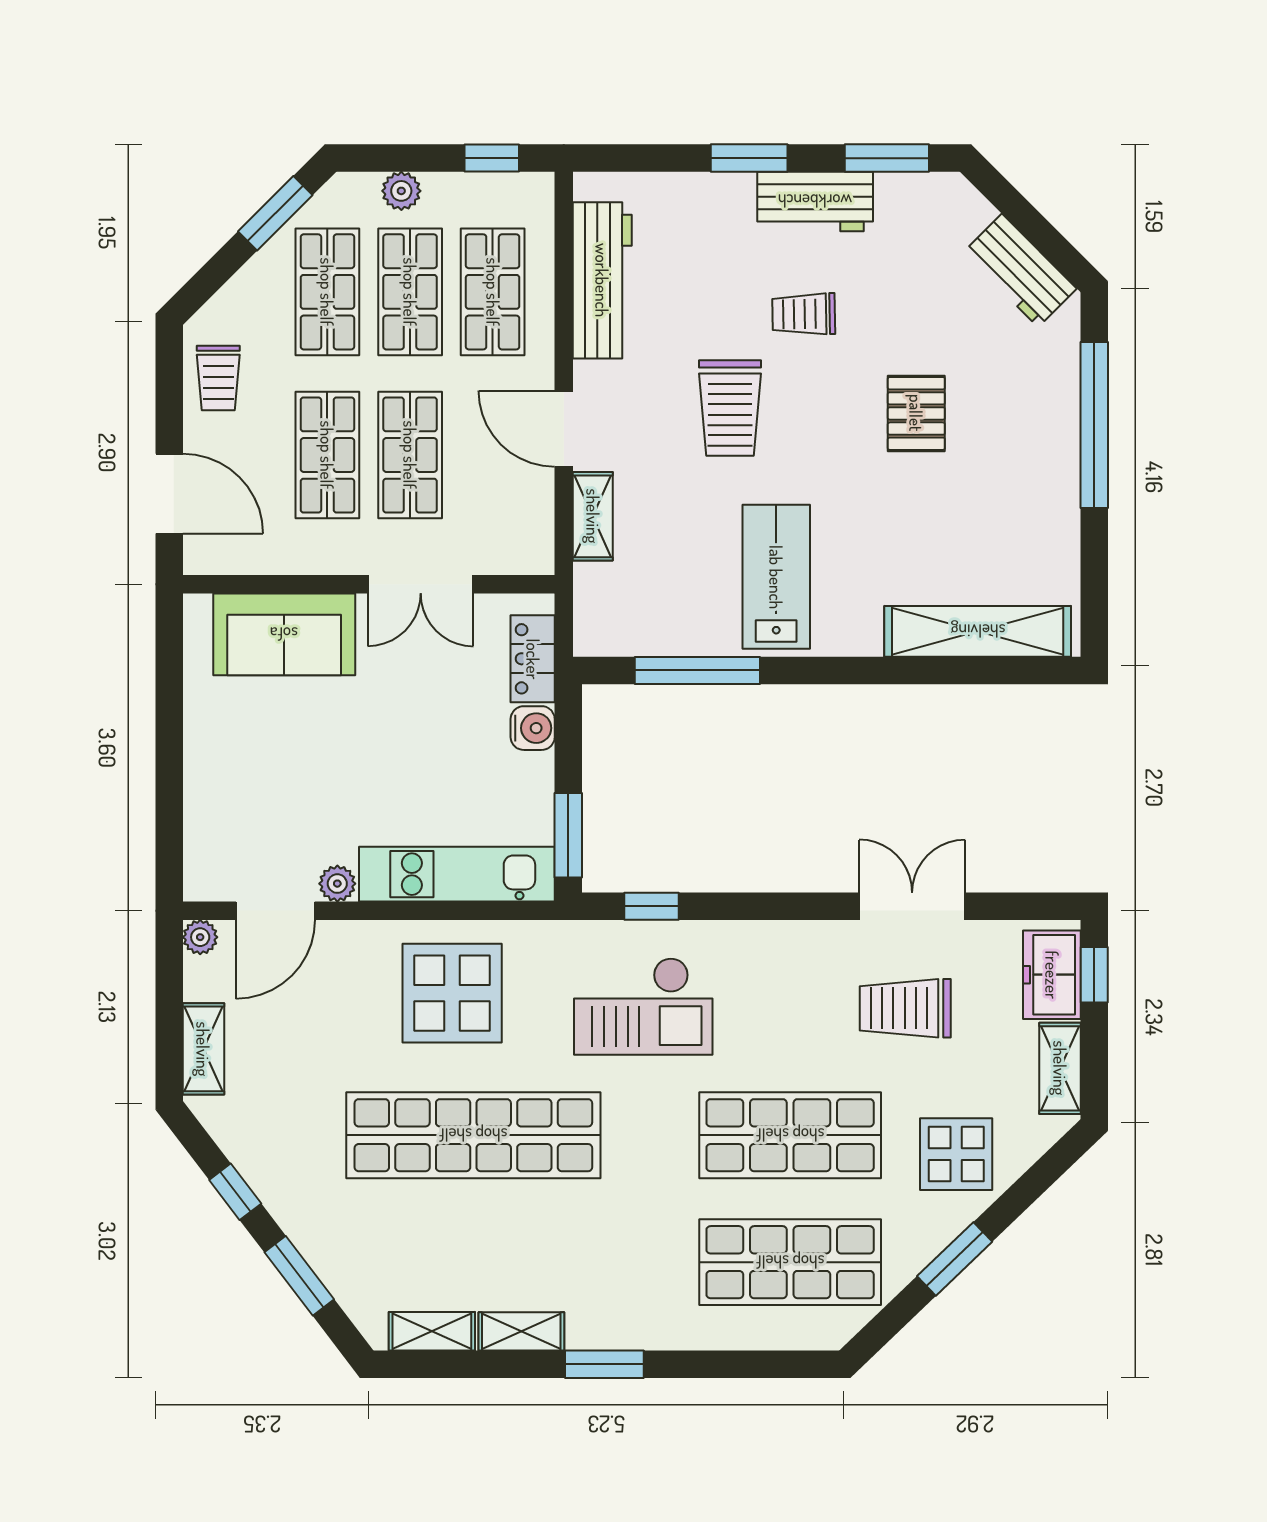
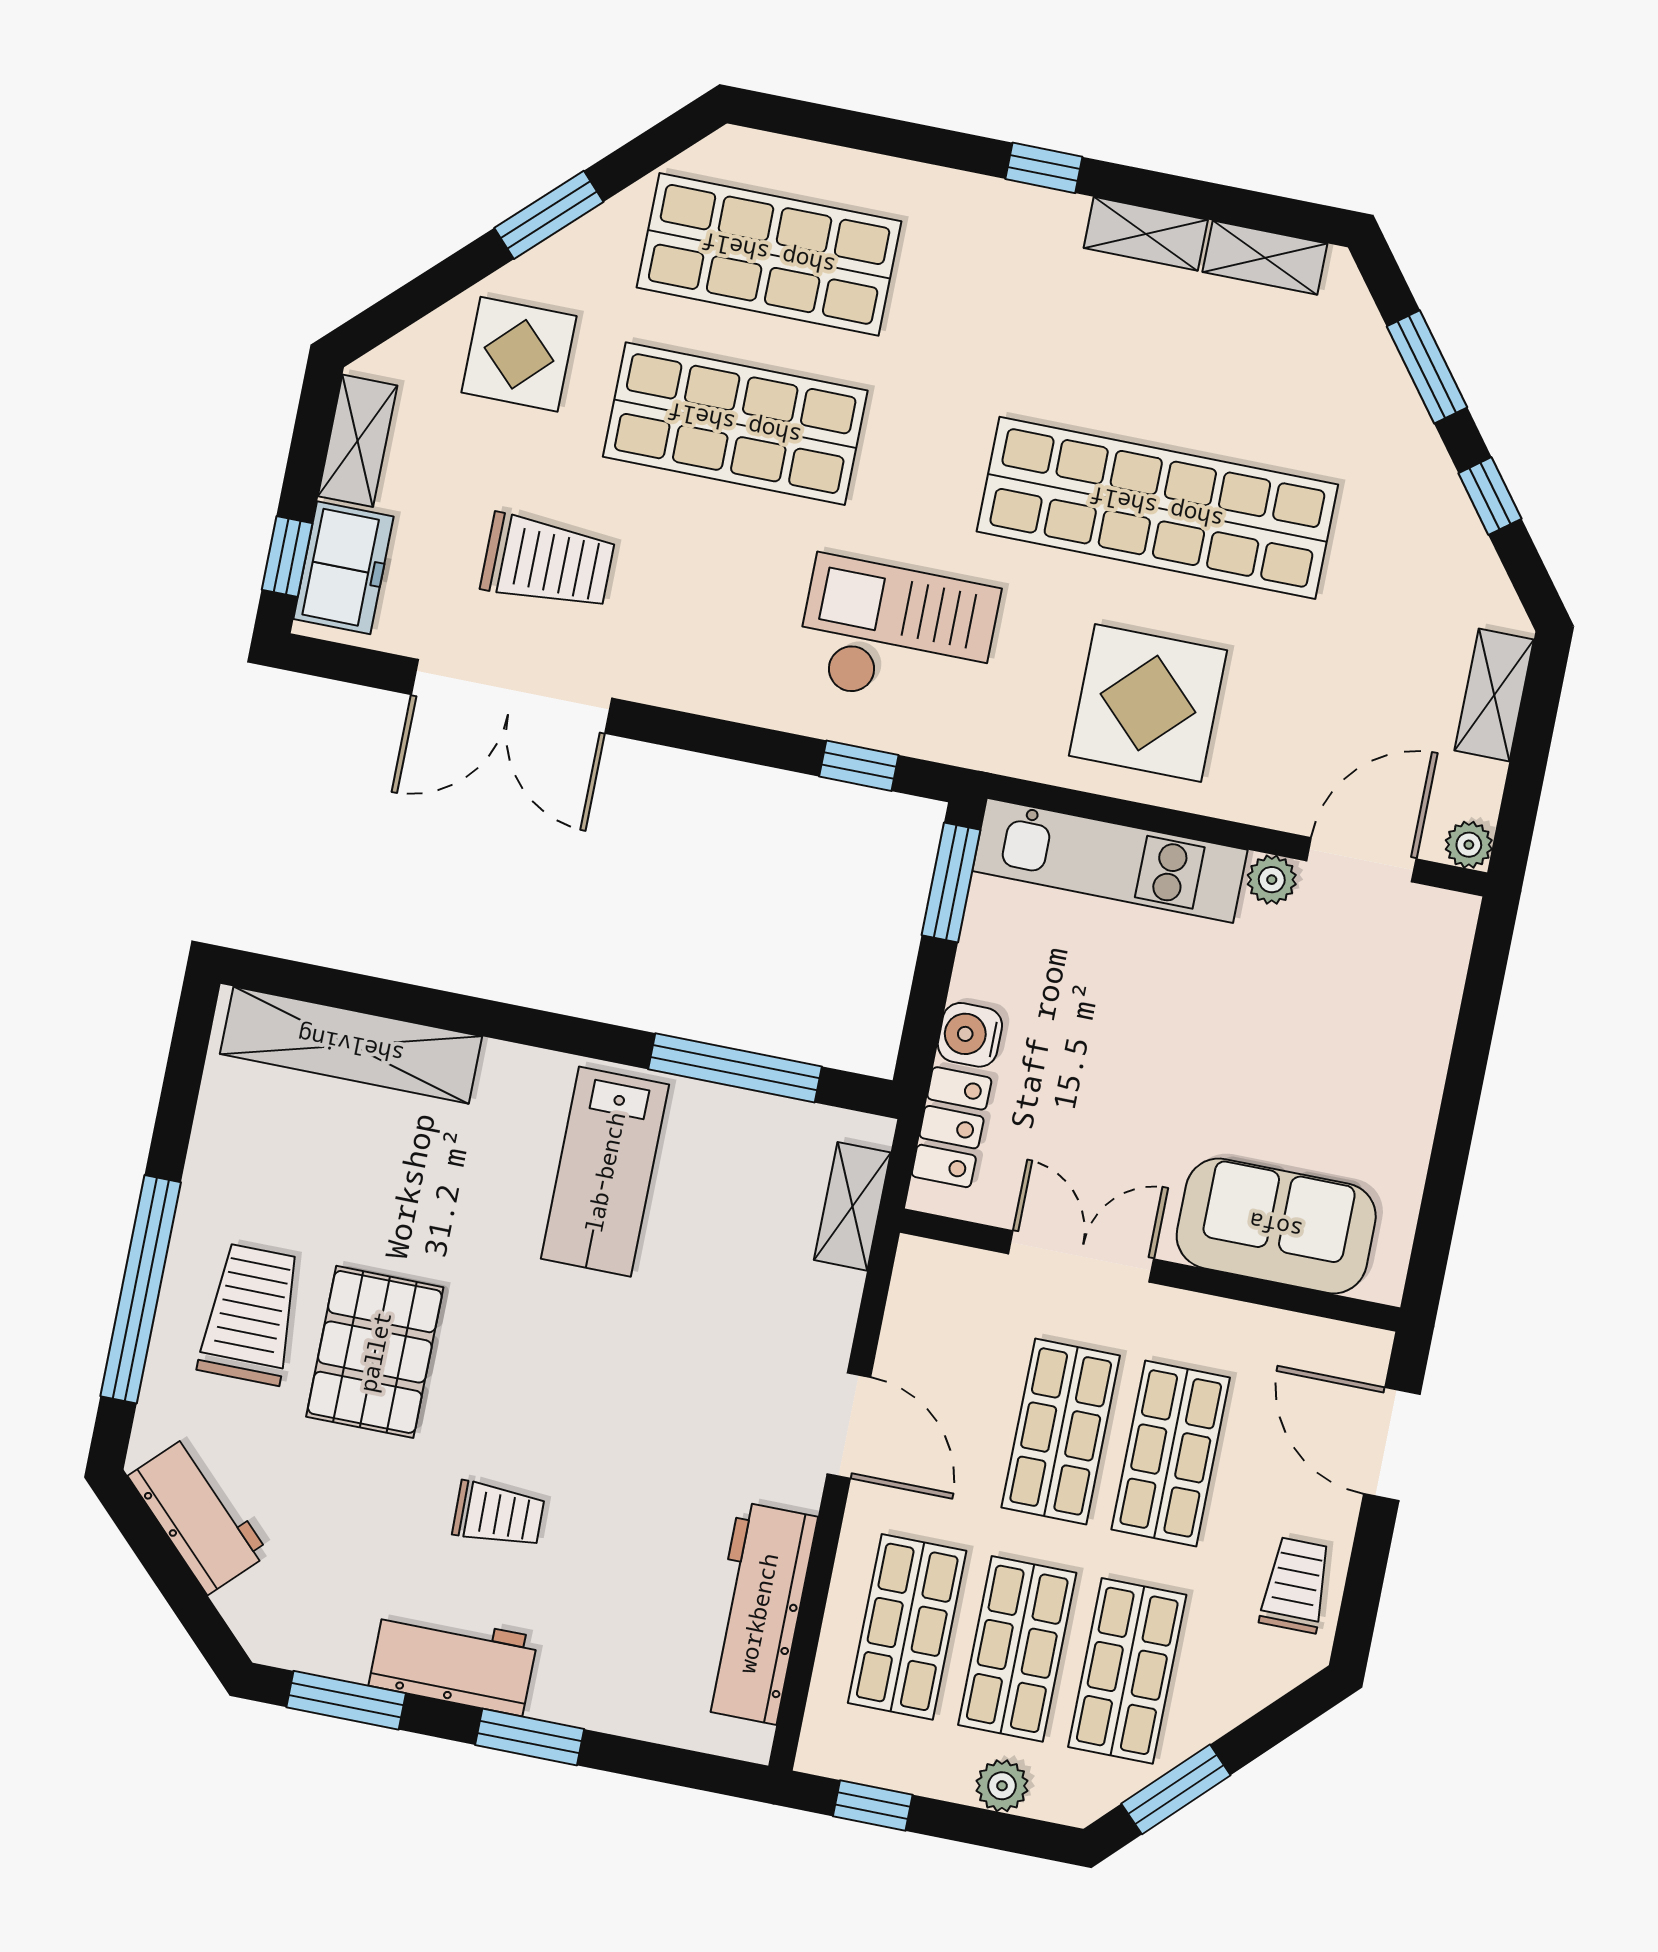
trolley: (730, 408) -> (250, 1314), moved
pallet: (916, 413) -> (375, 1352), width x1.50, depth x1.42
shelving: (593, 516) -> (852, 1206), moved
double door: (912, 906) -> (512, 696), width x1.37
window: (604, 1364) -> (1044, 168), width x0.67

